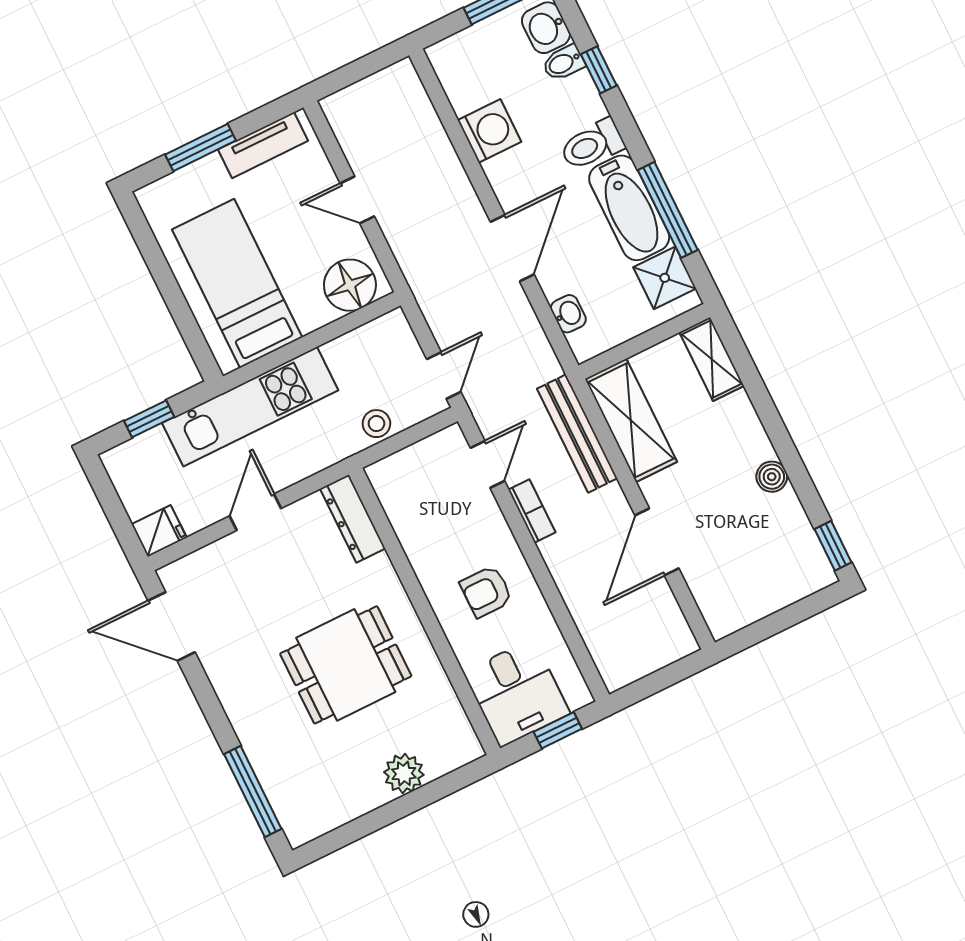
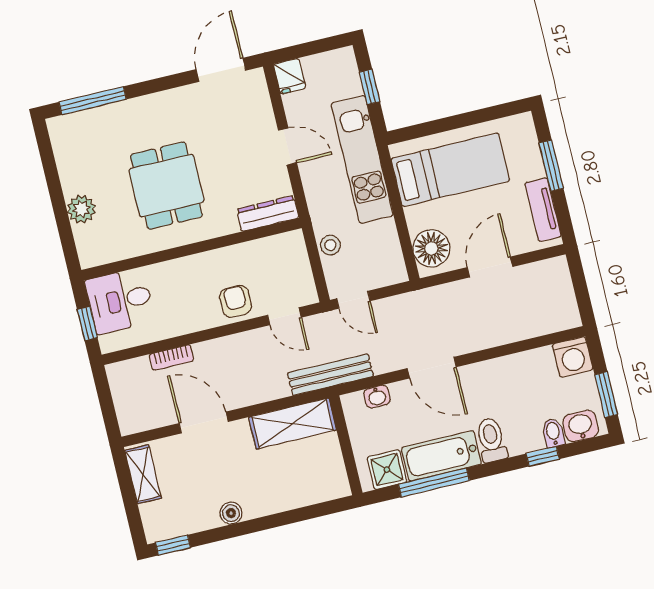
washing machine: (489, 131) -> (573, 357), moved
door: (357, 200) -> (490, 267), width x1.37
shelving: (712, 359) -> (143, 474), moved, turned 90
bench: (577, 434) -> (330, 375), moved
bookcase: (532, 511) -> (171, 358), moved
armchair: (486, 592) -> (236, 301), moved

